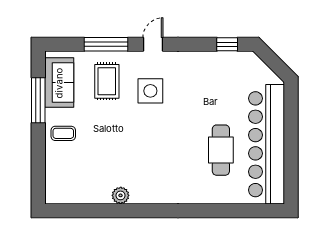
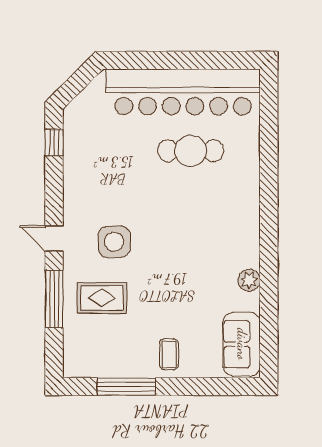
sofa: (59, 83) -> (242, 344), moved, turned -90

